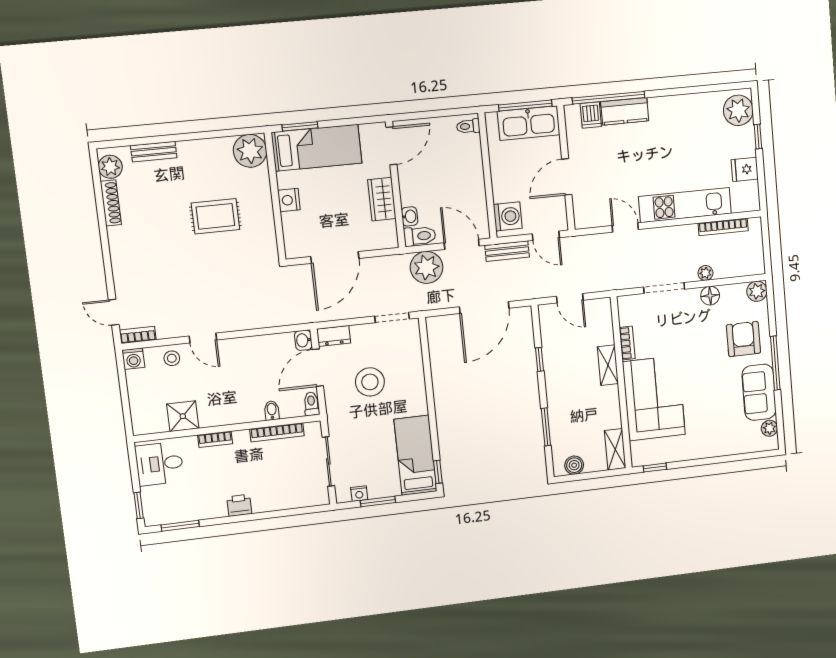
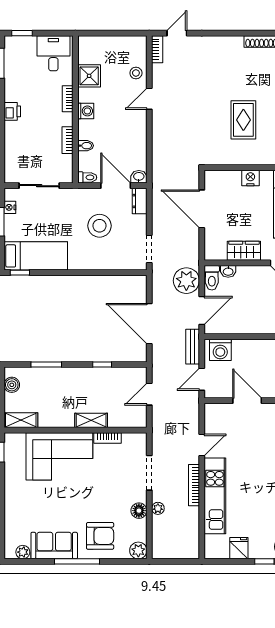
bookcase: (723, 227) -> (194, 485), moved
washing machine: (133, 359) -> (86, 111), moved, turned 180
bookcase: (277, 432) -> (68, 140), width x0.64

